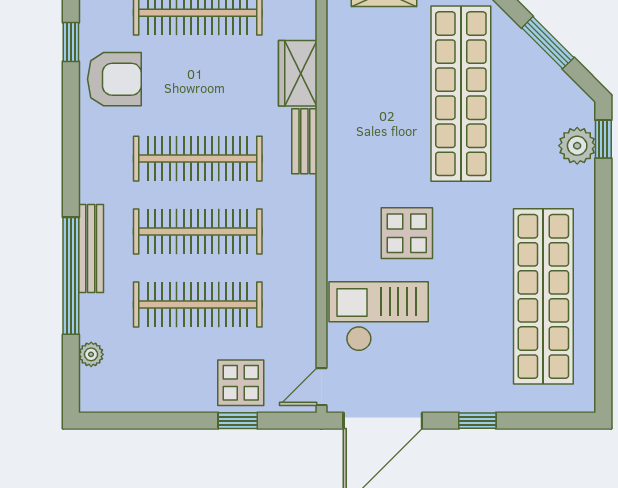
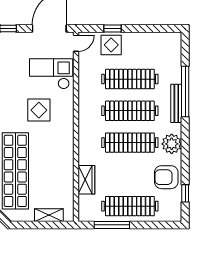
bench: (304, 141) -> (83, 150), removed
checkout: (379, 316) -> (51, 74), turned 180
plant: (91, 354) -> (172, 144), moved, width x1.88, depth x1.88

